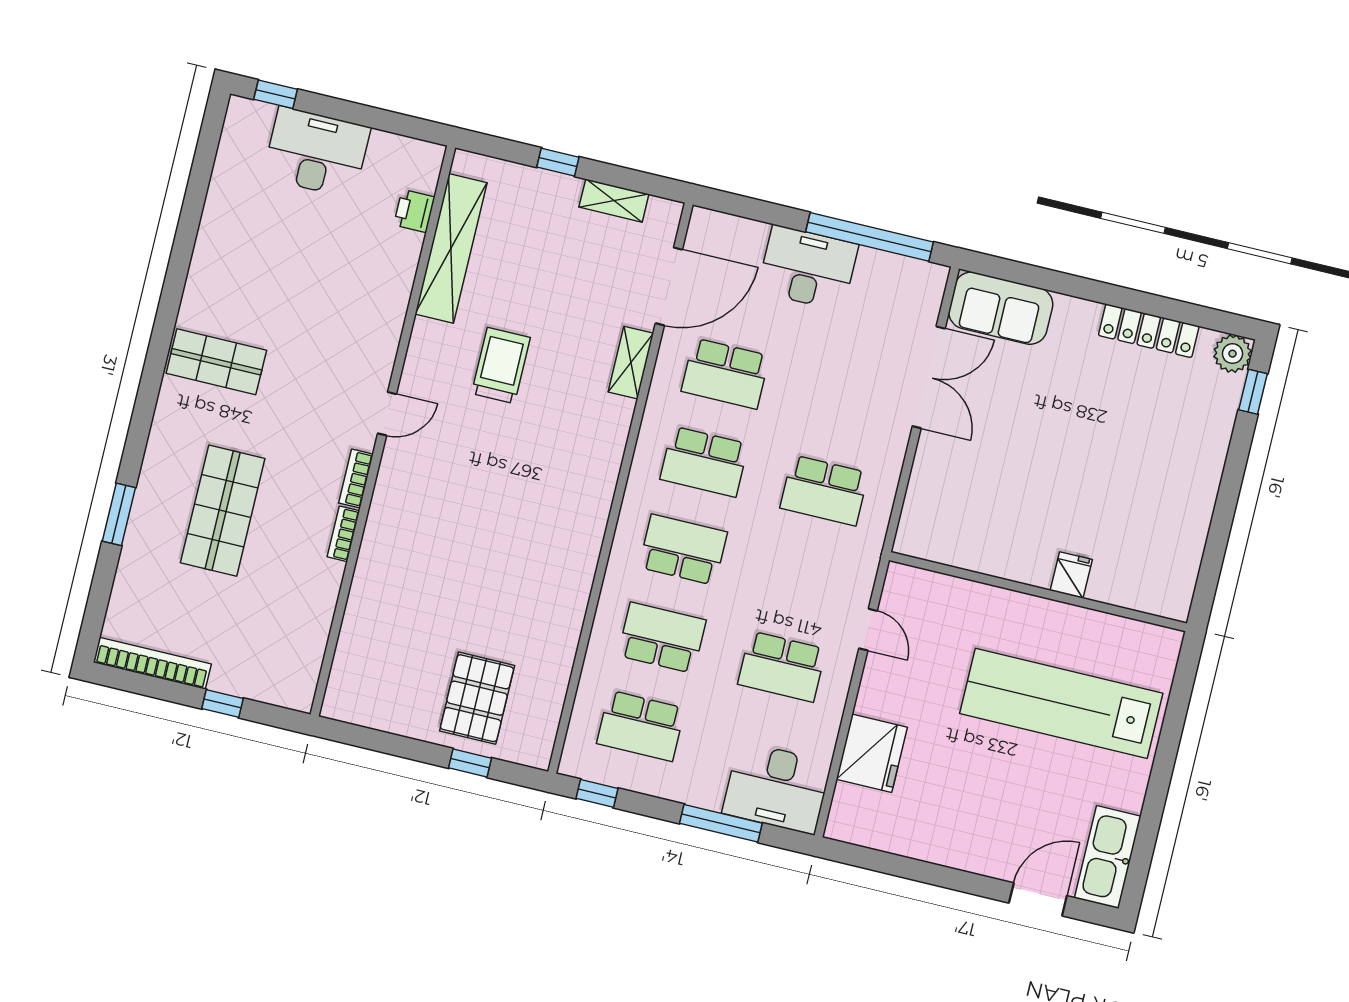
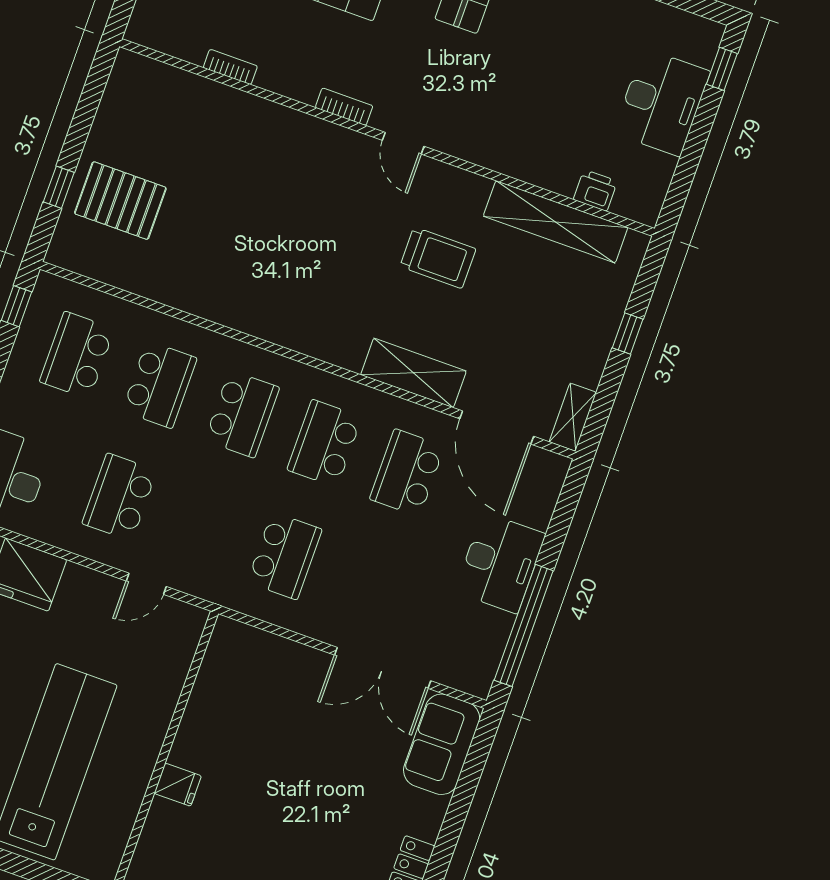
shelving: (614, 201) -> (573, 417), moved
shelving: (631, 363) -> (413, 373), width x1.50, depth x1.33
school desk: (824, 490) -> (285, 556), turned 180
bookcase: (343, 534) -> (230, 67), moved

